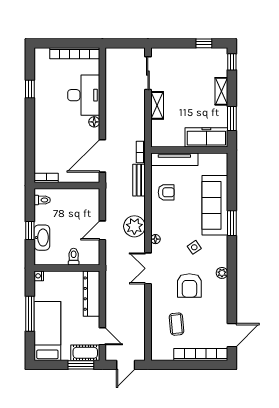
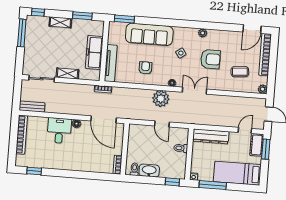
window: (204, 43) -> (22, 33), width x2.17
window: (30, 89) -> (34, 171), moved
desk: (84, 95) -> (59, 131), width x0.73
freezer: (206, 137) -> (94, 52), moved
bench: (139, 180) -> (32, 107), moved
armchair: (166, 192) -> (145, 68), moved
window: (232, 223) -> (124, 19), moved
window: (30, 230) -> (172, 182), moved
washbasin: (42, 238) -> (149, 171), moved
double door: (148, 268) -> (195, 91), swing flipped
window: (30, 314) -> (213, 185), moved
door: (232, 335) -> (252, 29), swing flipped
plant: (157, 355) -> (263, 89), added

